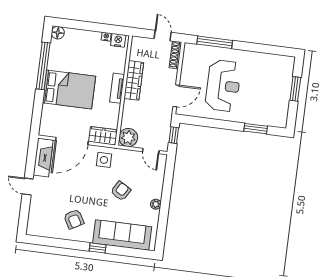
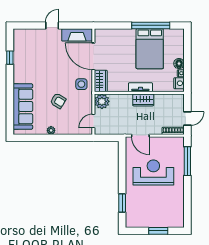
floor lamp: (58, 33) -> (179, 64), moved
wardrobe: (134, 80) -> (143, 100), width x0.67
reception desk: (223, 86) -> (153, 172), turned 180
bed: (69, 89) -> (150, 49), moved
window: (174, 135) -> (108, 138), removed
armchair: (74, 219) -> (31, 66), removed
window: (98, 248) -> (10, 58), moved

